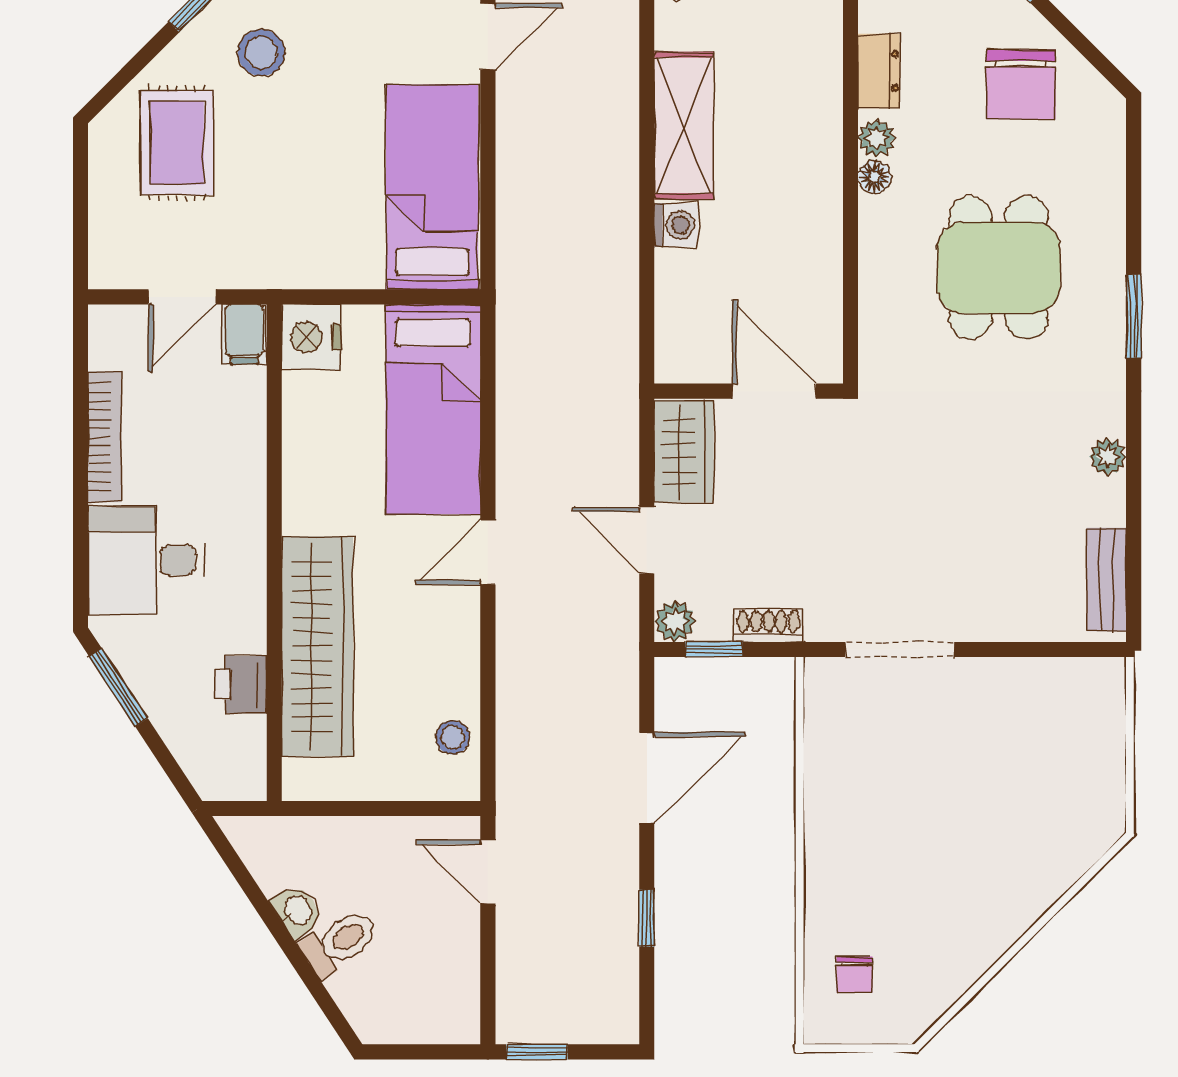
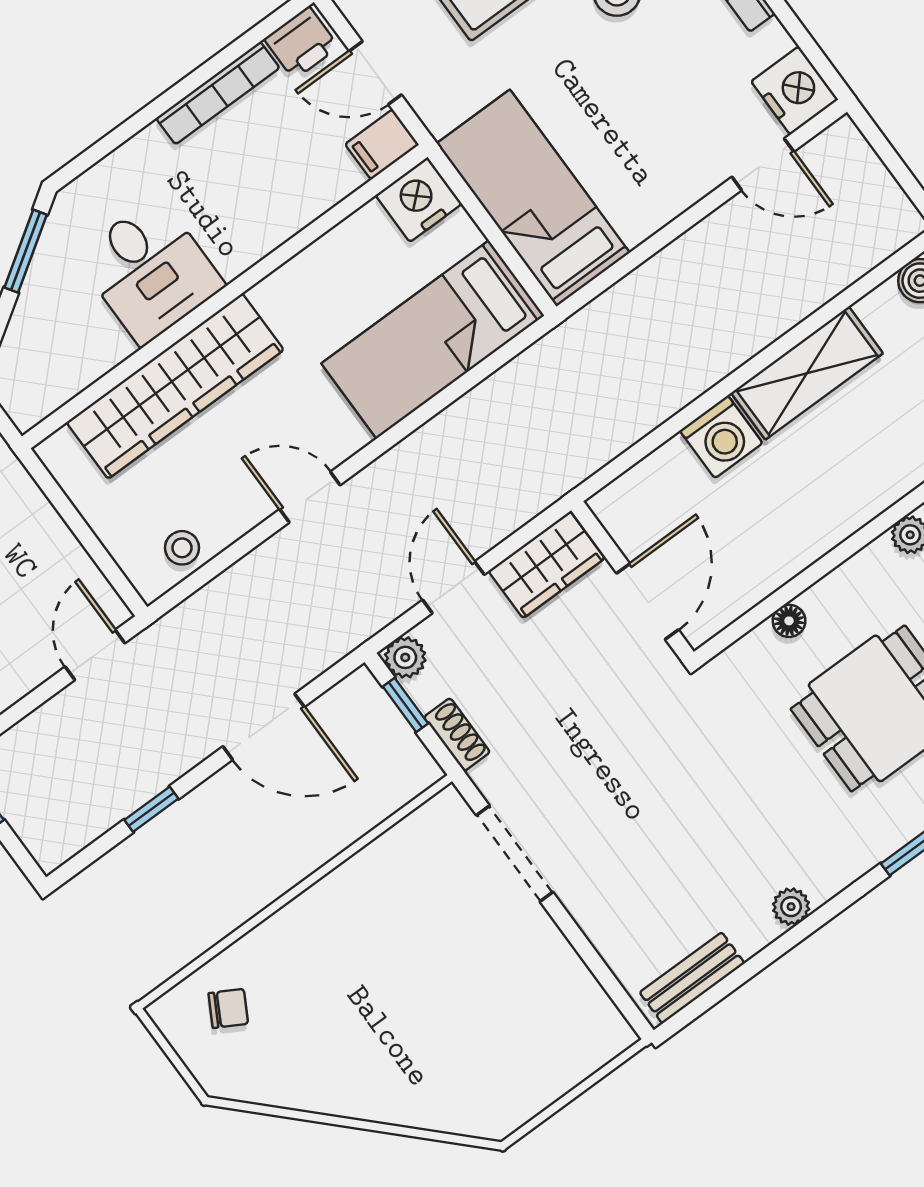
floor lamp: (874, 177) -> (789, 621), moved
bed: (432, 187) -> (533, 198), moved, turned -90
washing machine: (676, 225) -> (721, 437), width x1.38, depth x1.38
door: (488, 552) -> (310, 497), moved
desk: (146, 560) -> (150, 271), moved, turned 180
printer: (241, 685) -> (301, 43), moved, turned 180
chair: (854, 975) -> (228, 1008), turned -151

